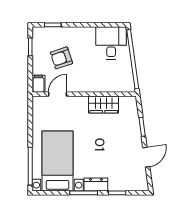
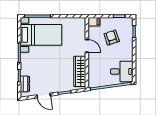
door: (58, 94) -> (87, 46), moved
wardrobe: (104, 105) -> (80, 71), width x1.50
dresser: (96, 185) -> (25, 84), moved

